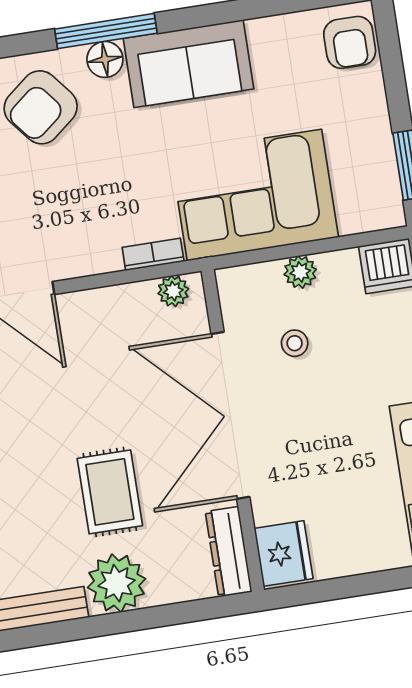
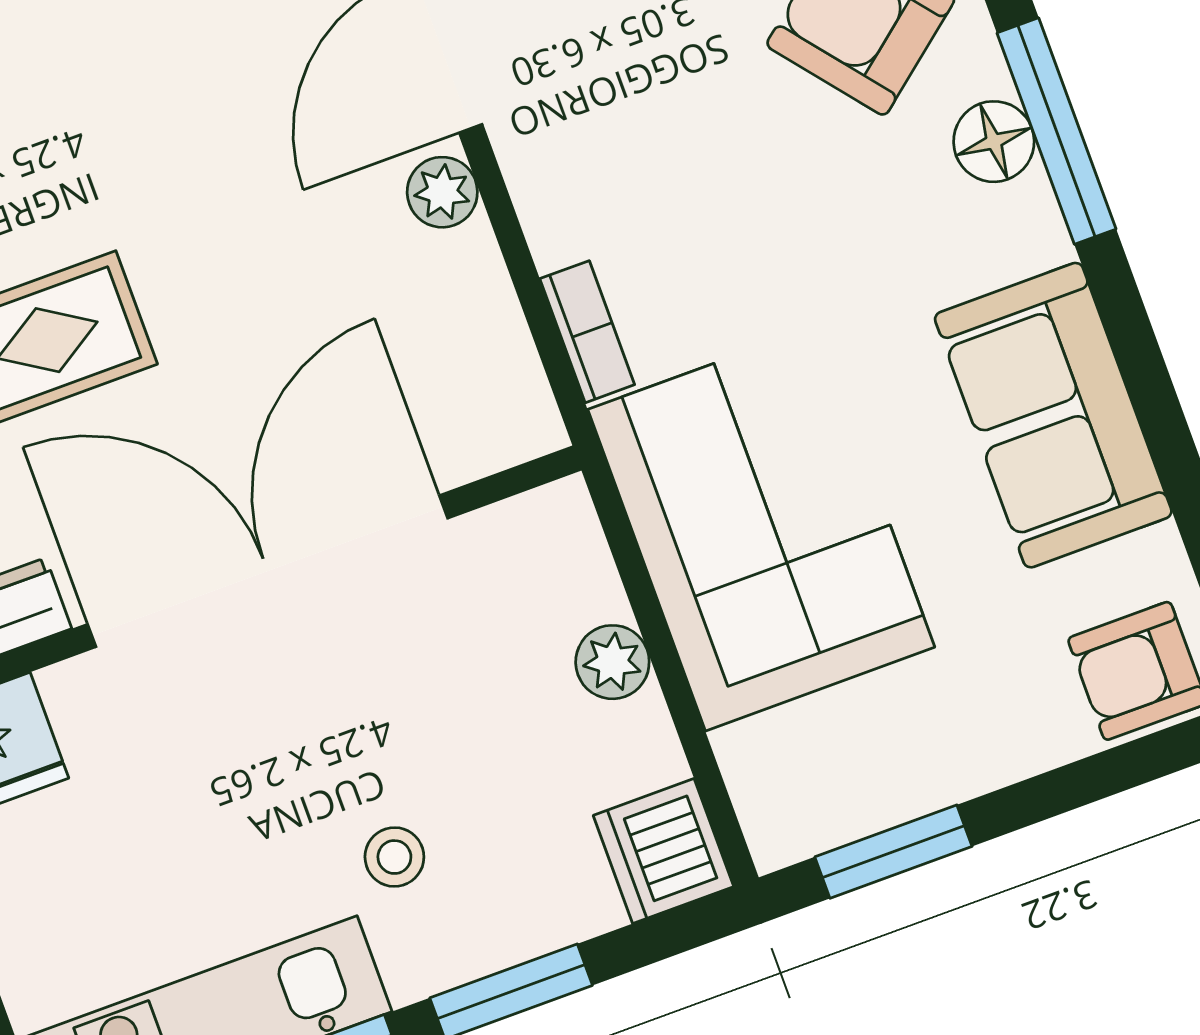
sofa: (189, 64) -> (1053, 415), moved
plant: (173, 291) -> (442, 192), moved
stool: (295, 343) -> (394, 857), moved

